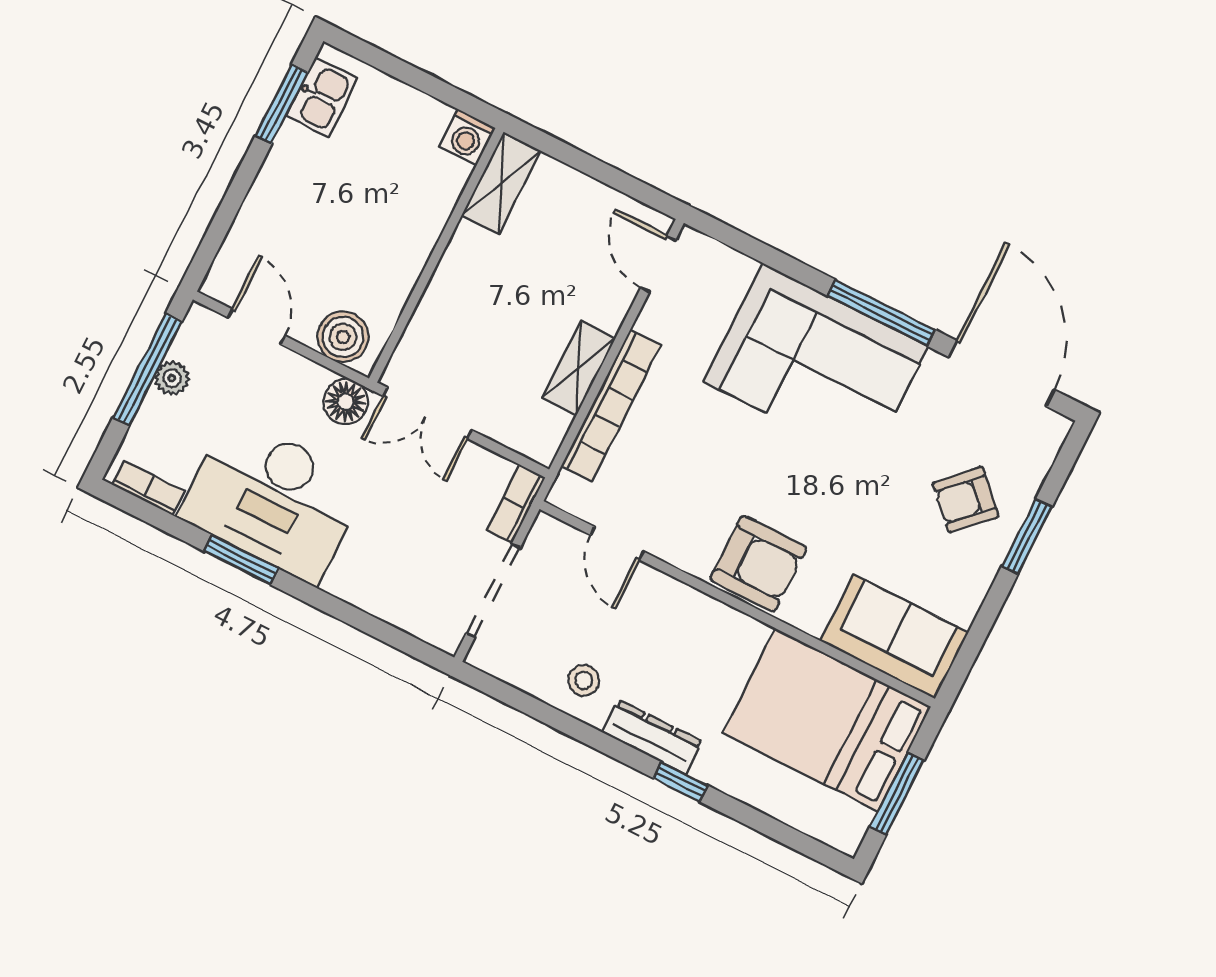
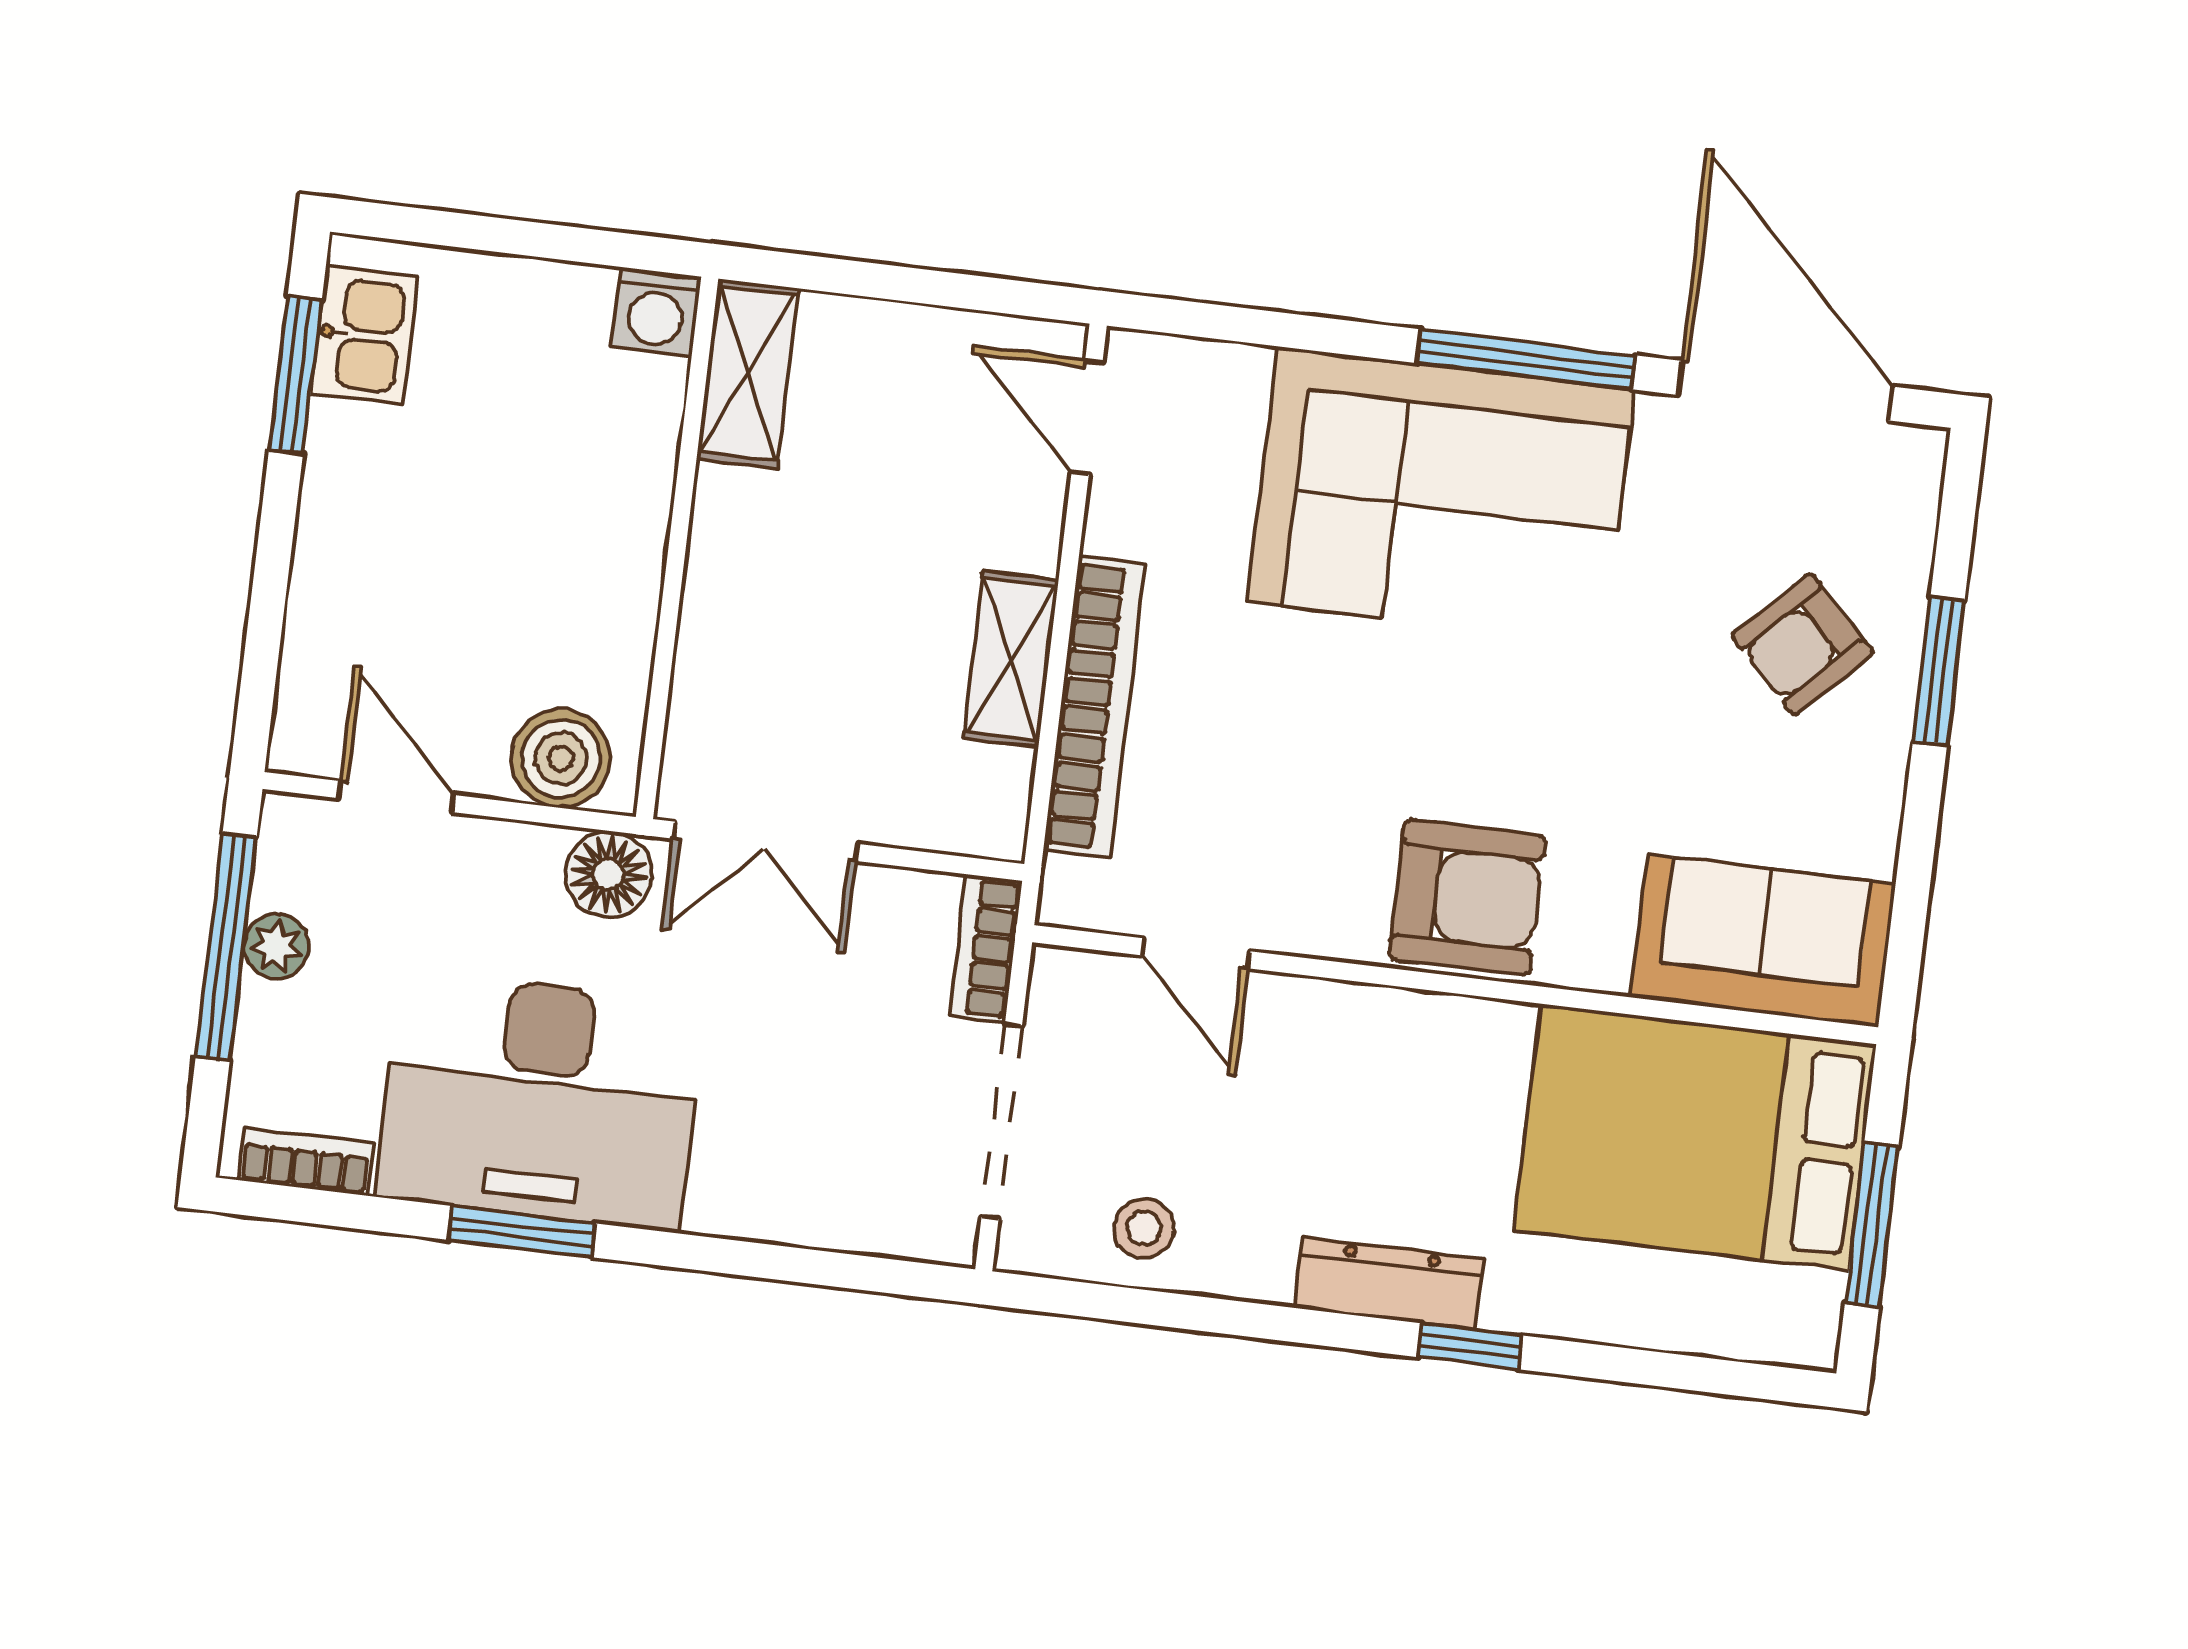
stool: (584, 680) -> (1144, 1228), moved

